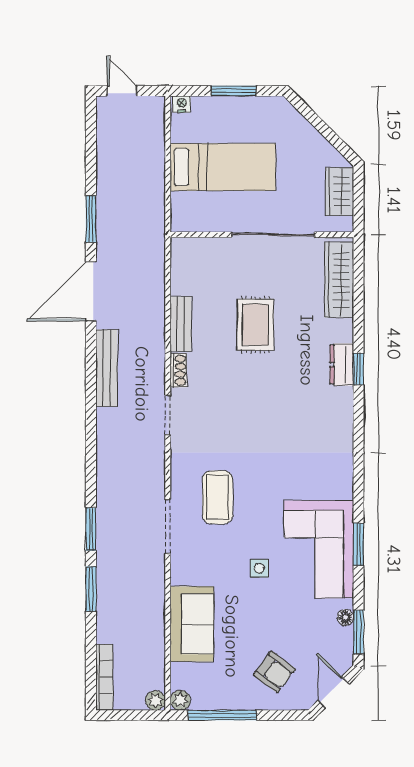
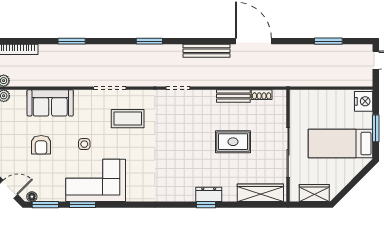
nightstand: (182, 104) -> (364, 101), width x1.89, depth x1.79
bed: (223, 167) -> (341, 144), moved, turned 90
window: (91, 219) -> (328, 41), moved
shoe rack: (178, 370) -> (262, 95), moved
window: (91, 529) -> (149, 41), moved
window: (358, 544) -> (83, 205), moved
floor lamp: (345, 617) -> (32, 197), moved
armchair: (274, 672) -> (41, 145), moved, turned -37

